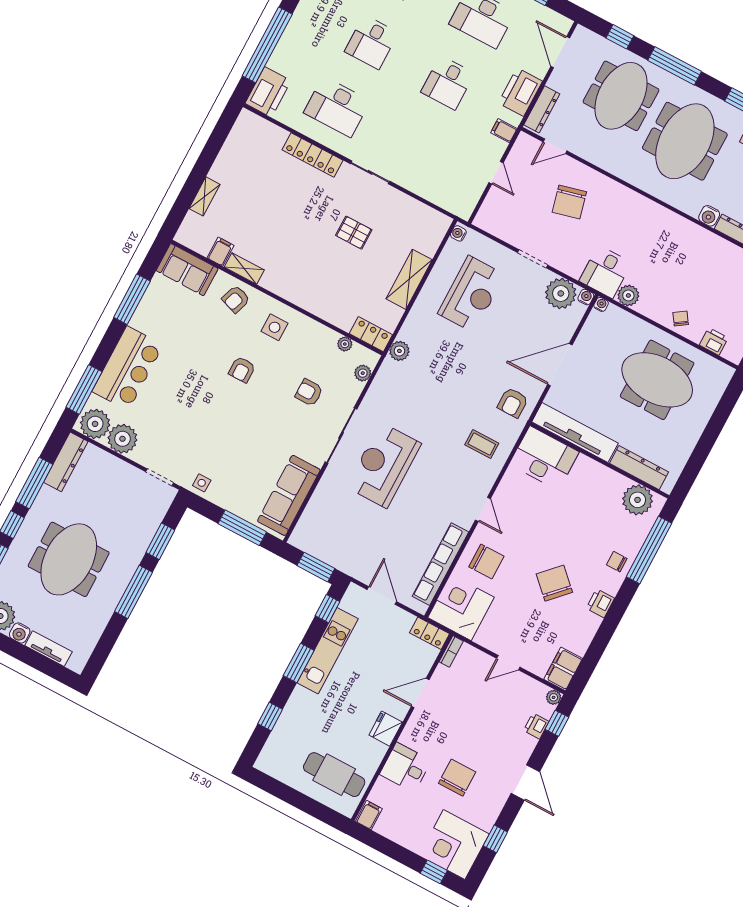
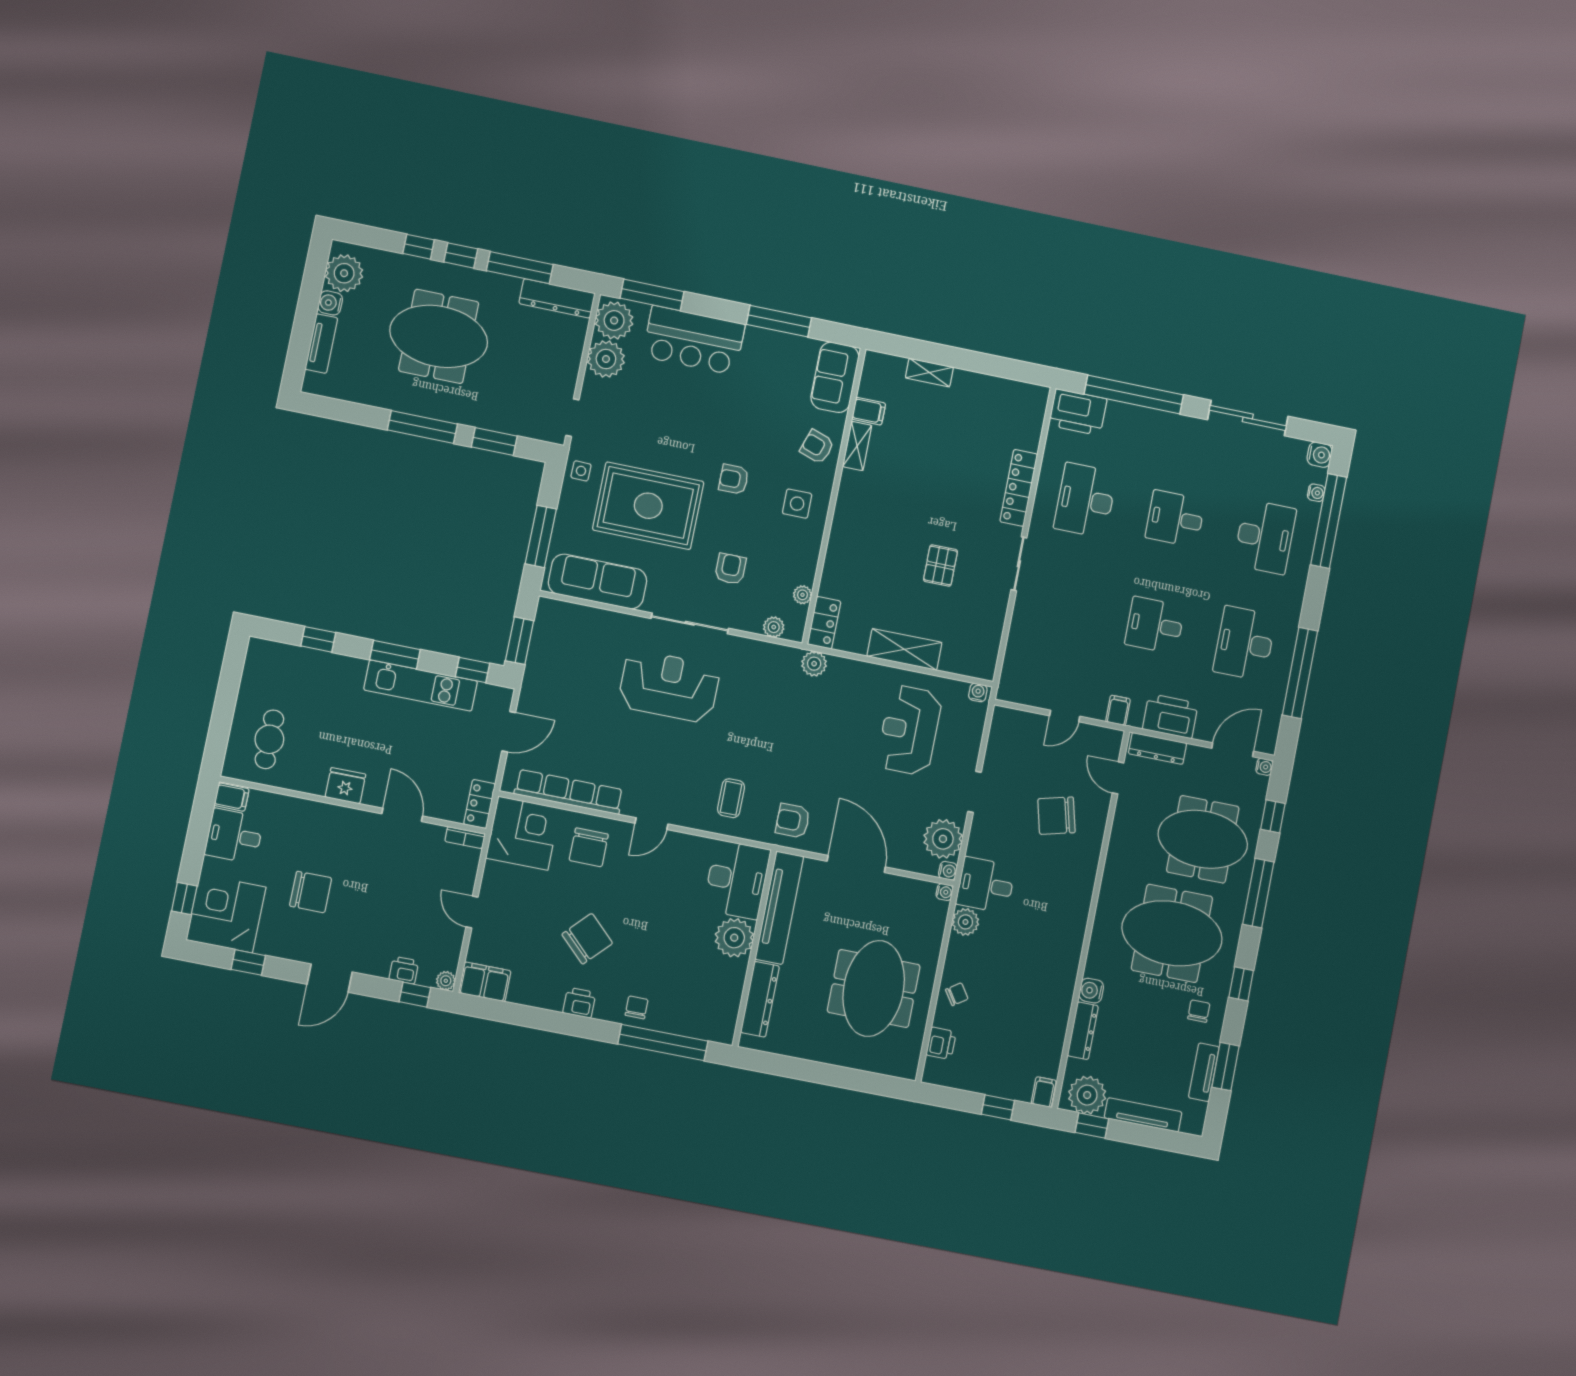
water cooler: (580, 32) -> (1264, 767), added
reception desk: (471, 294) -> (909, 730), turned 90
rug: (243, 440) -> (648, 506), added
plant: (638, 500) -> (734, 938), moved
desk: (405, 767) -> (234, 836), moved, turned -90
cafe table: (334, 775) -> (269, 739), width x0.73, depth x0.74

